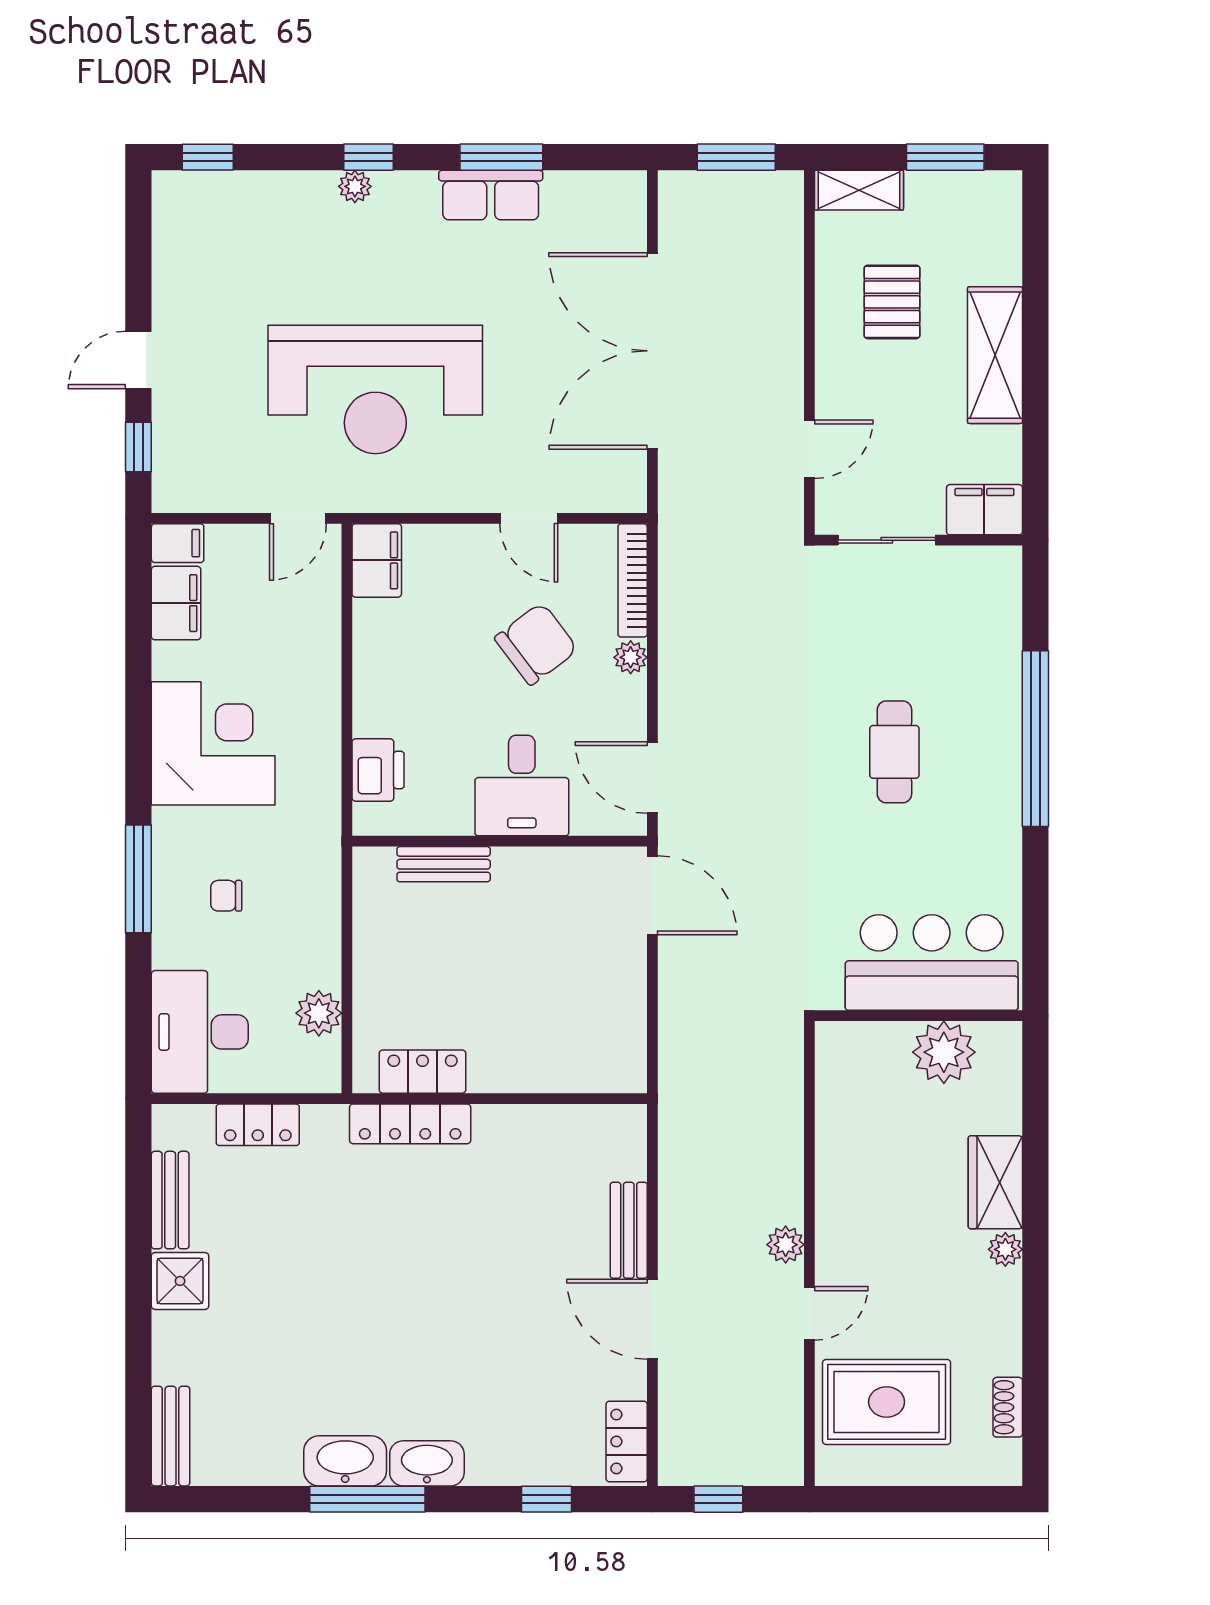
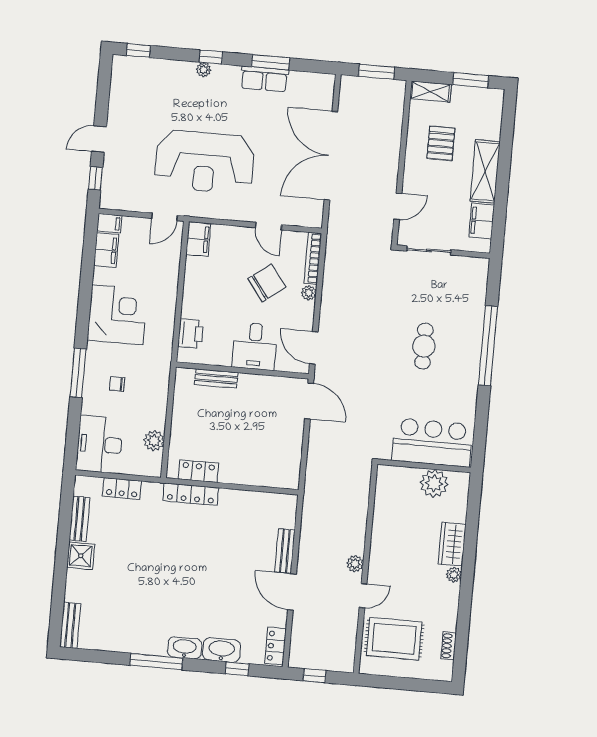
filing cabinet: (984, 510) -> (482, 221), moved, turned -90
washbasin: (345, 1461) -> (222, 650), moved

